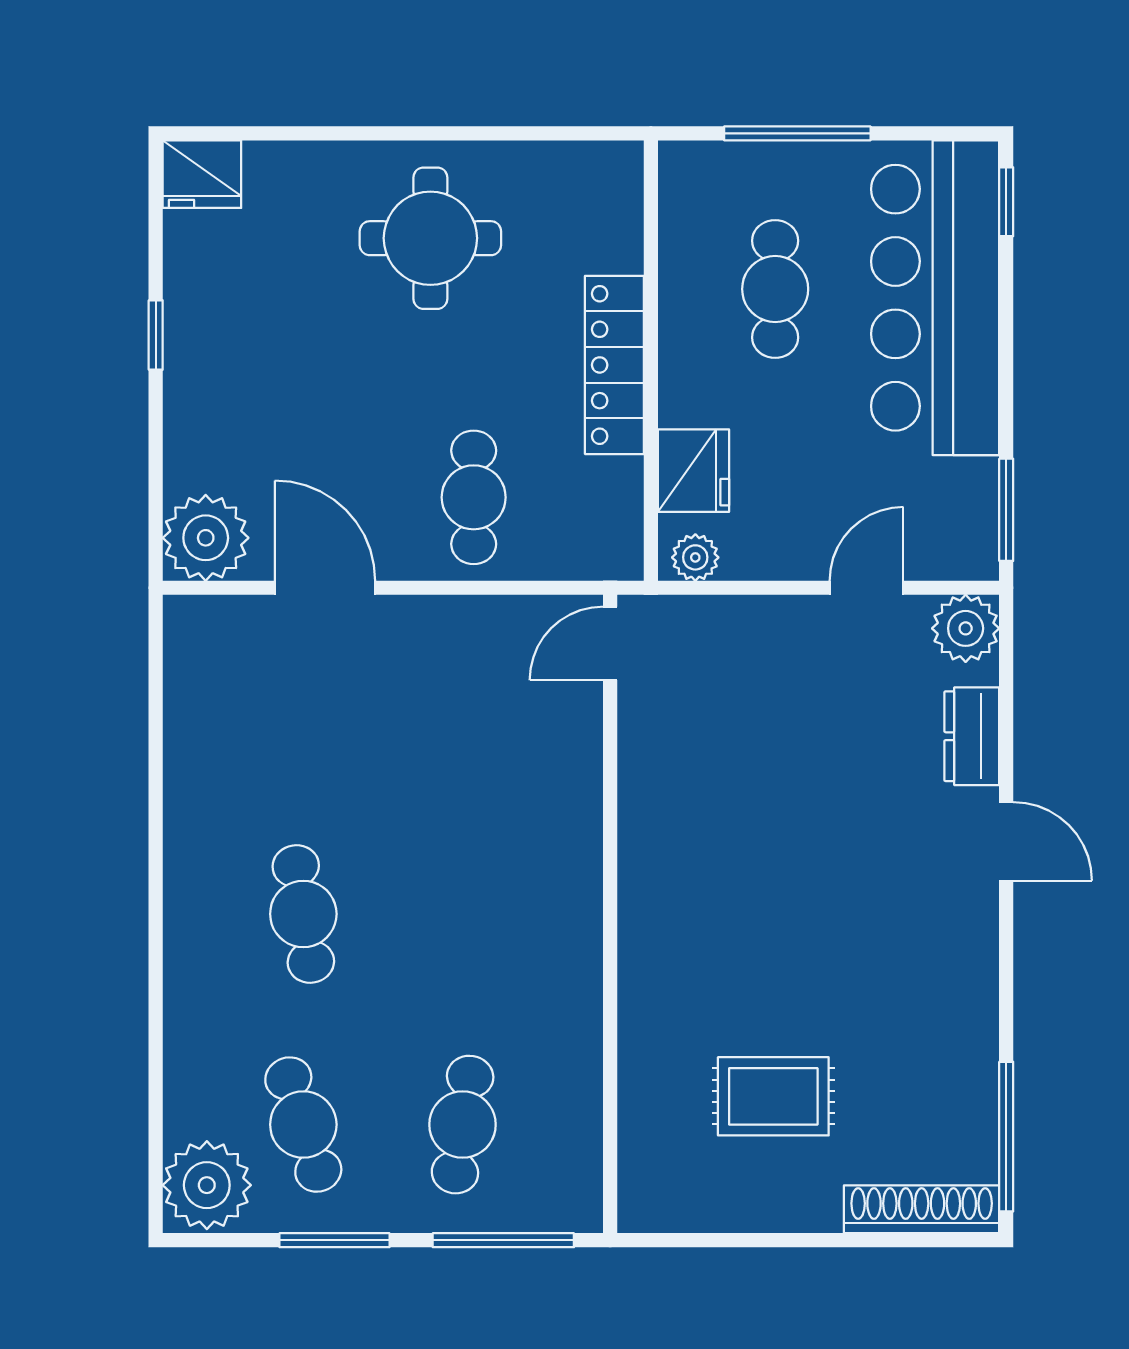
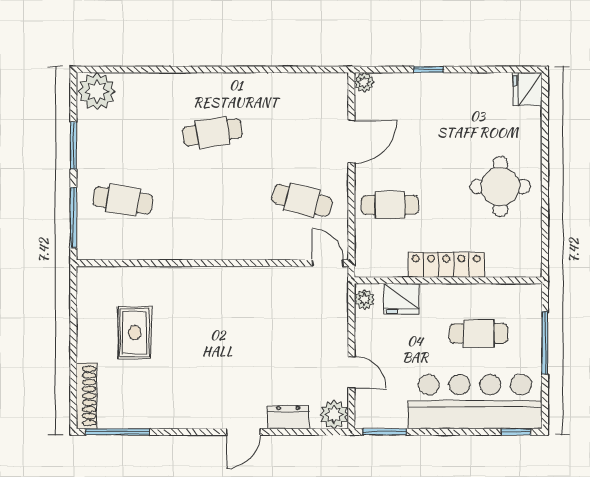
window: (156, 335) -> (428, 70), moved
plant: (206, 538) -> (364, 82), width x0.53, depth x0.53
cafe table: (303, 1125) -> (302, 200), moved, turned 33

